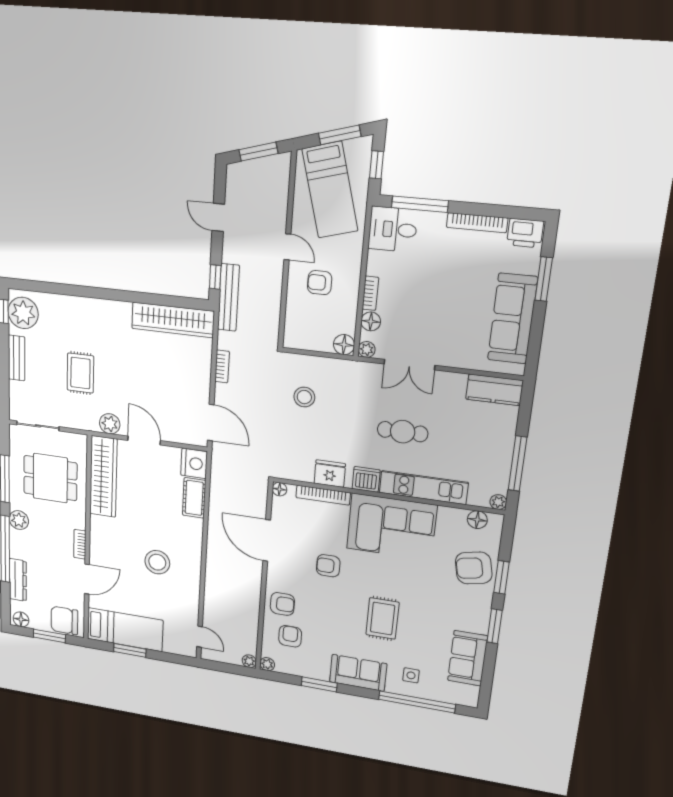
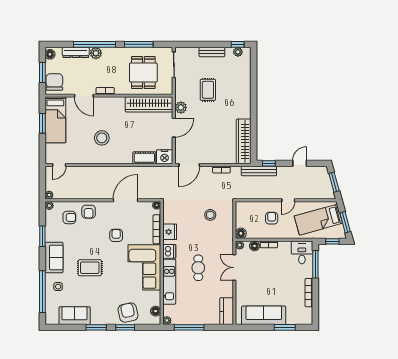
printer: (525, 233) -> (306, 316), removed
plant: (23, 313) -> (238, 52), width x0.53, depth x0.53
rug: (80, 373) -> (208, 90), turned 90
plant: (19, 520) -> (96, 53), moved

